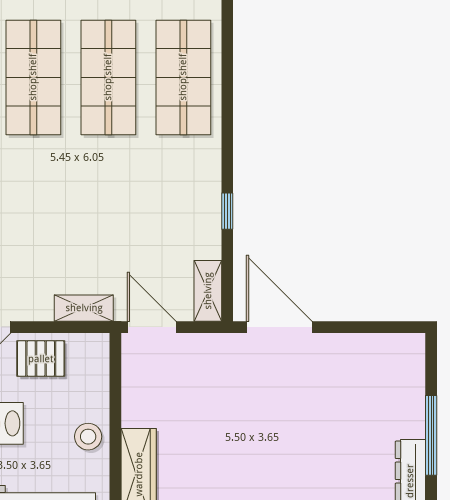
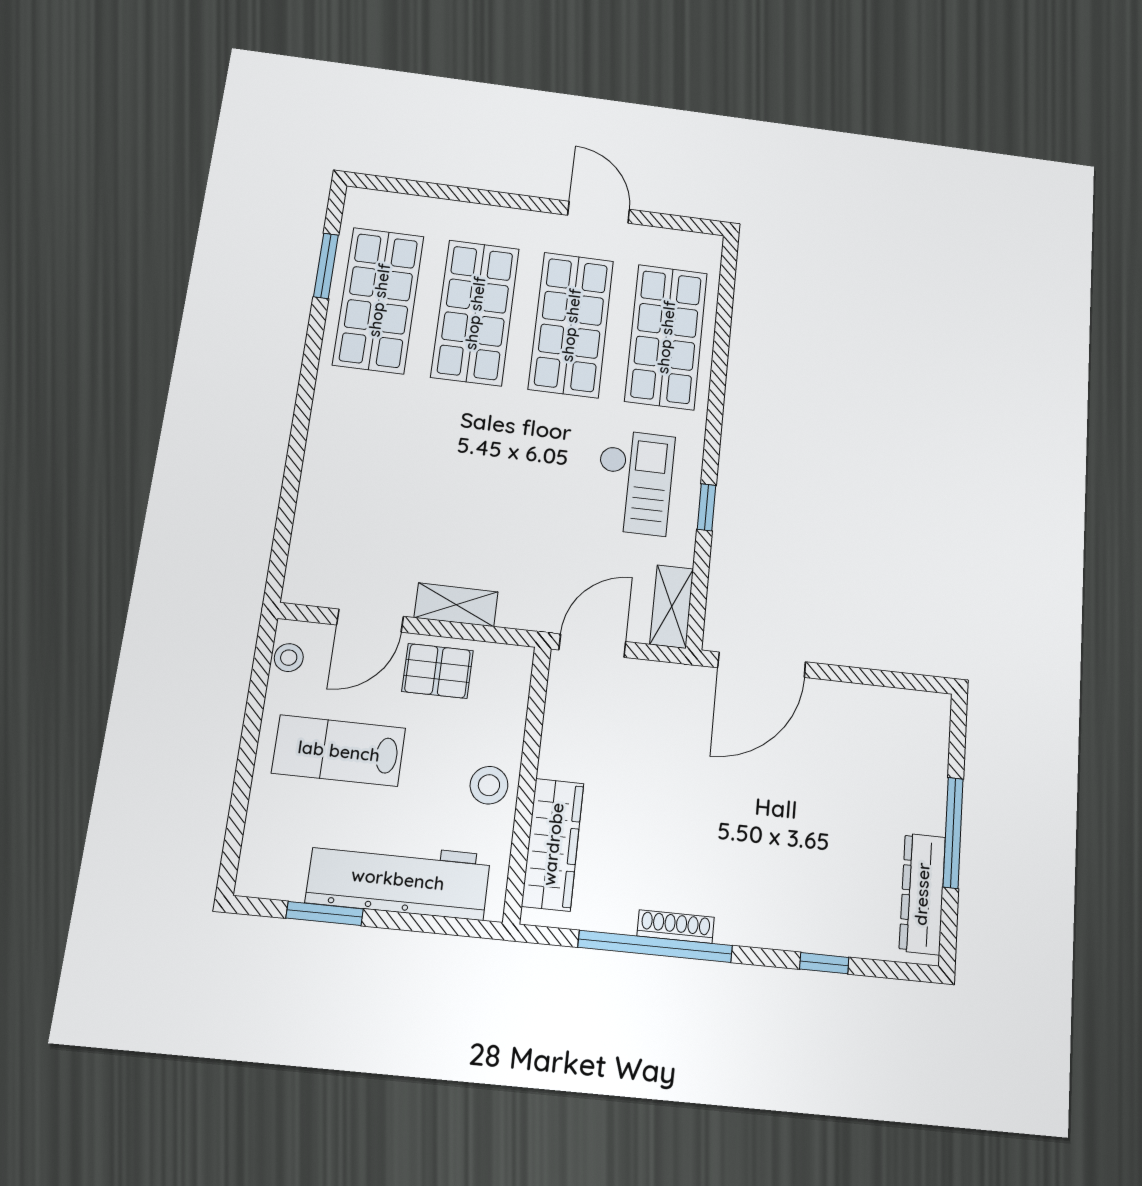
checkout: (170, 198) -> (634, 482), added
shelving: (84, 308) -> (456, 605), moved
door: (152, 327) -> (592, 646), hinge flipped
door: (279, 327) -> (762, 665), swing flipped

